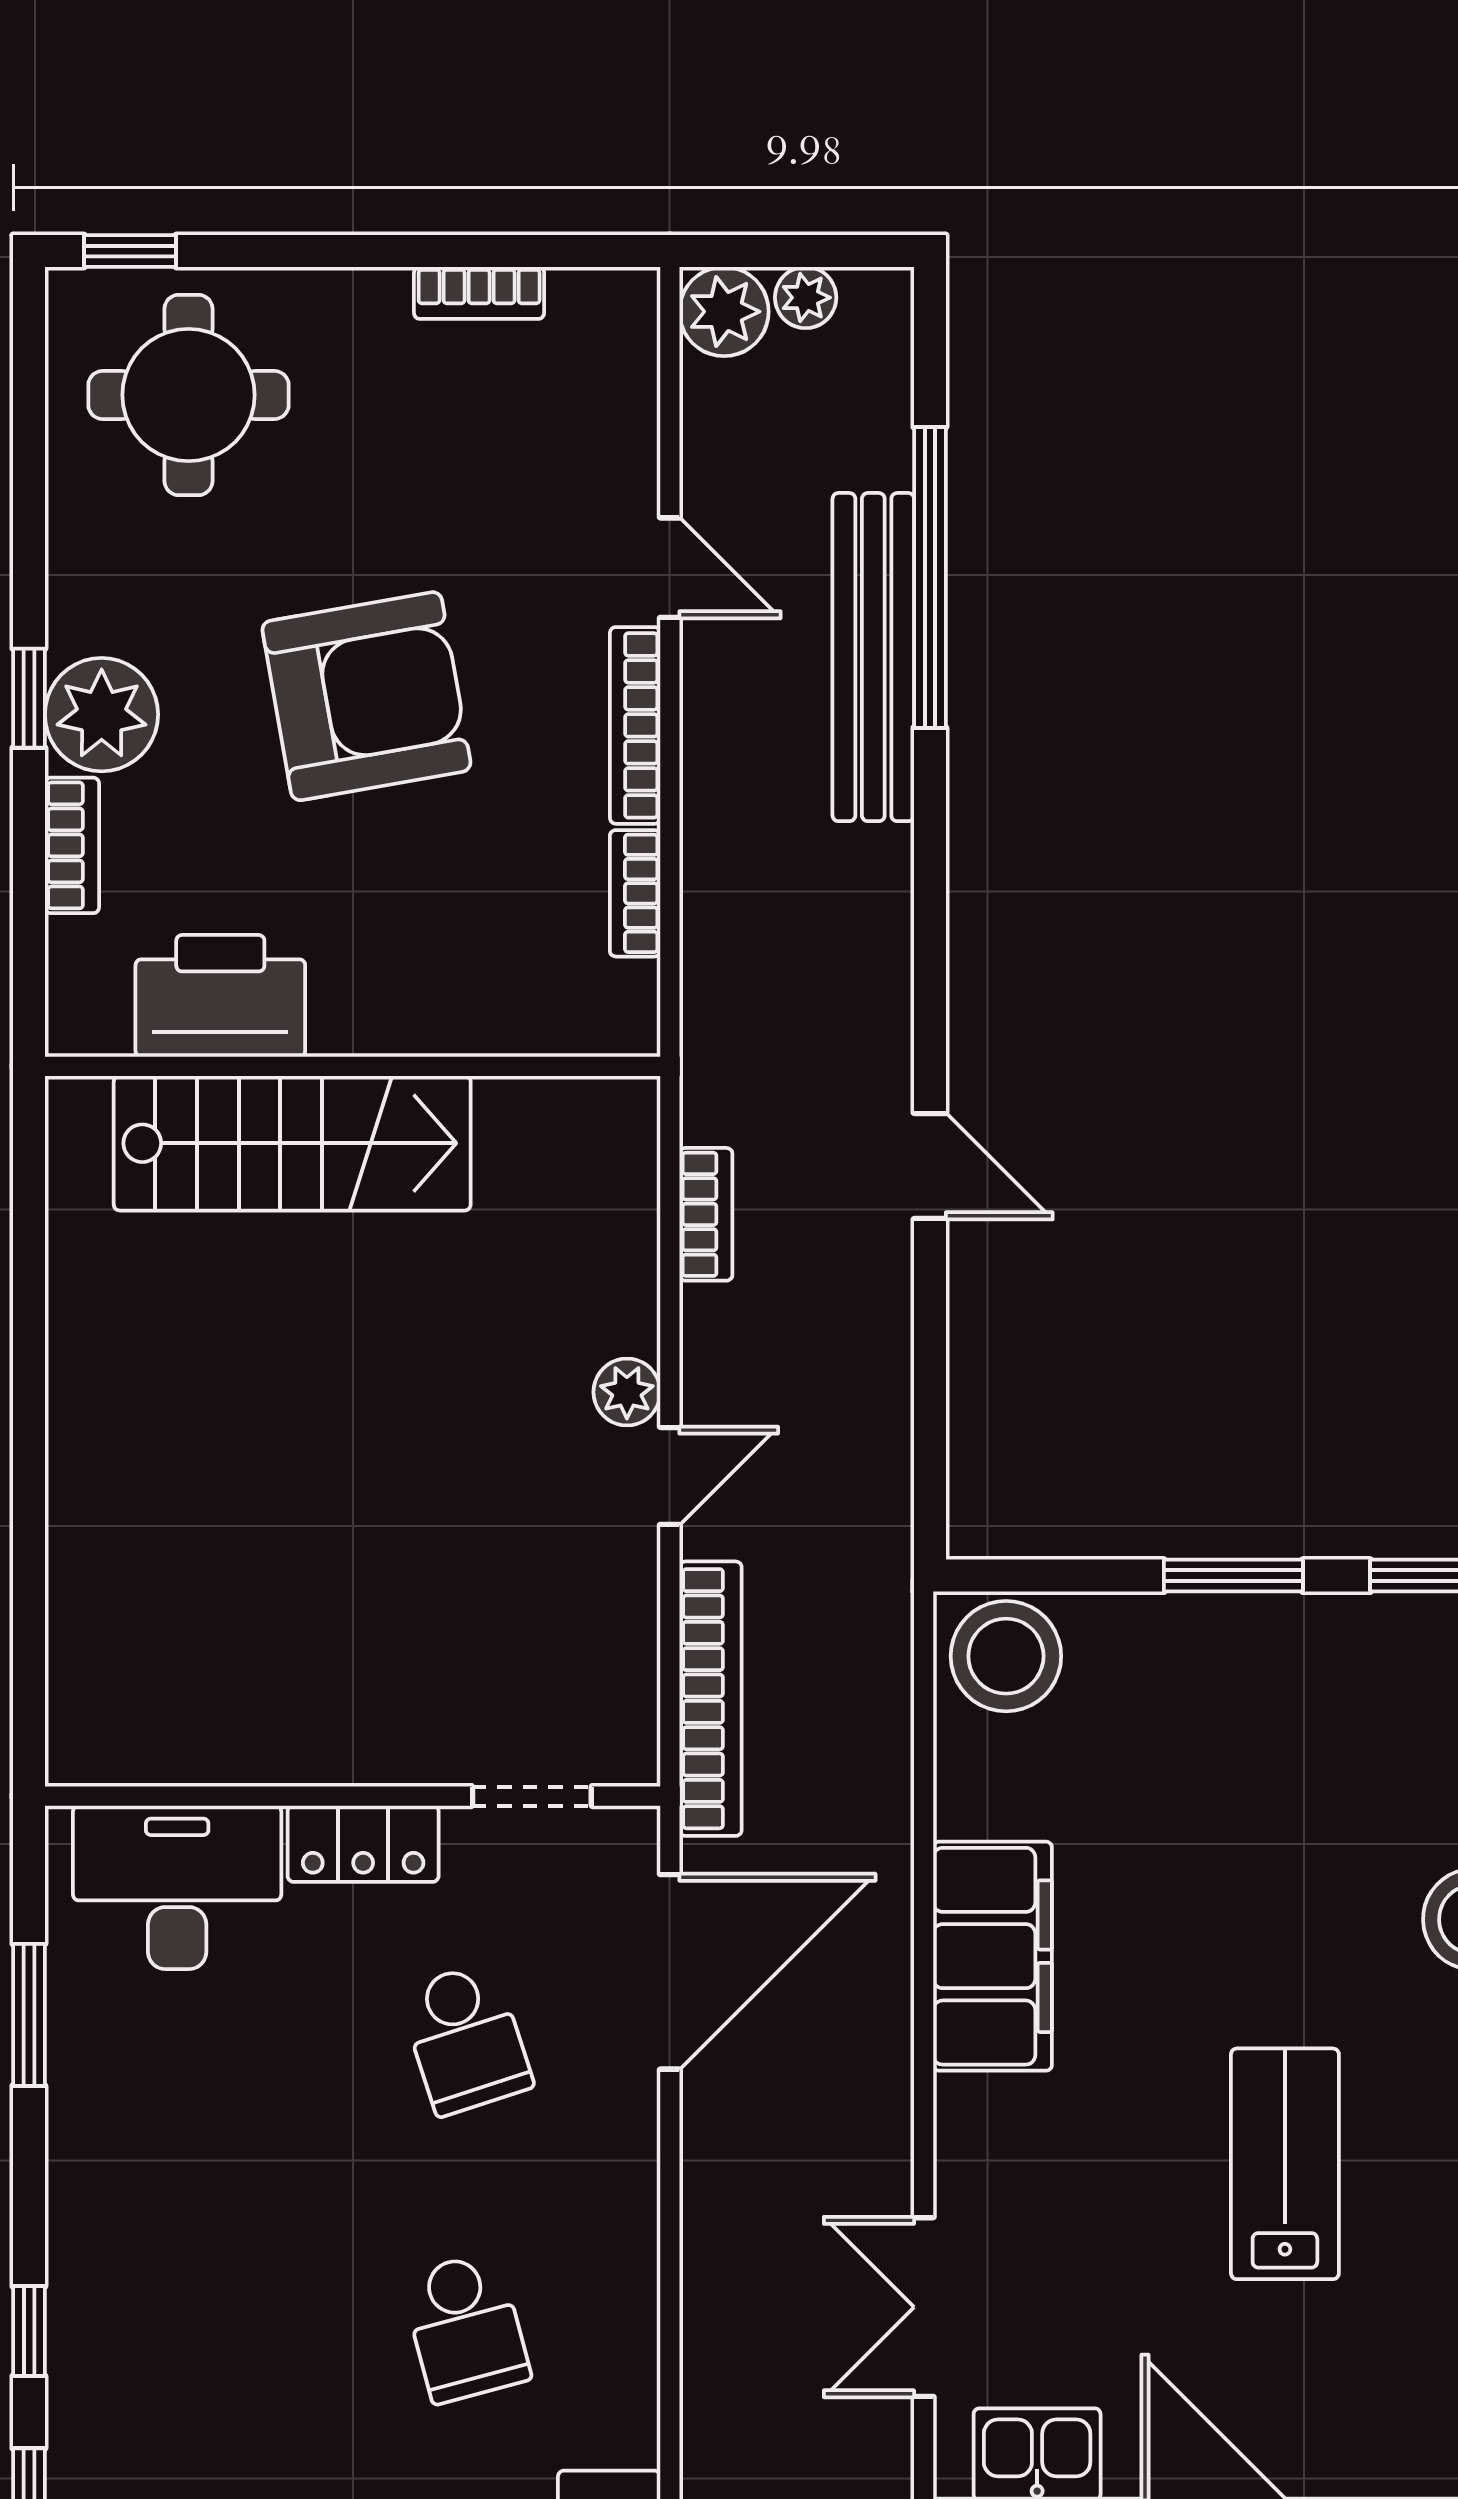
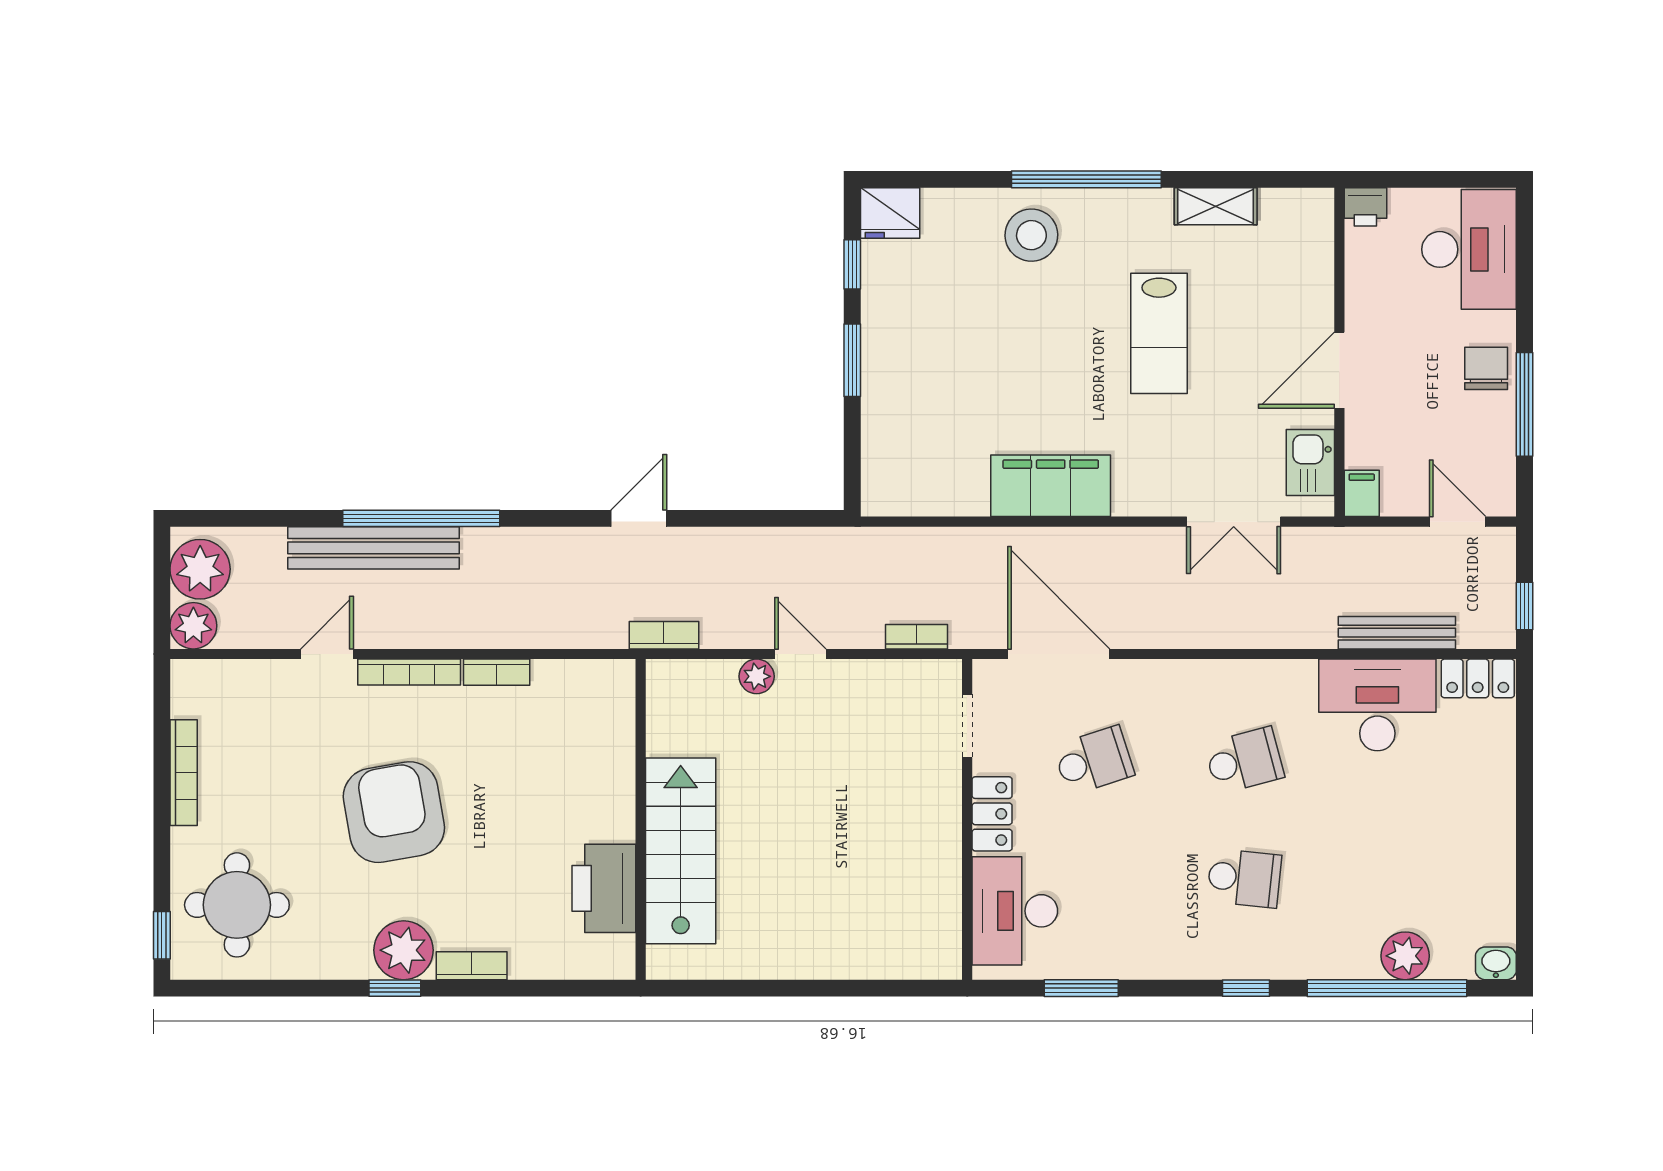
bookcase: (479, 293) -> (184, 773), width x1.56
plant: (806, 298) -> (200, 569), width x1.88, depth x1.88
window: (930, 577) -> (421, 518), moved
printer: (220, 996) -> (604, 888), moved
wall: (353, 1066) -> (641, 819), moved
stairs: (292, 1143) -> (681, 851), moved
stool: (1006, 1656) -> (894, 479), removed
bookcase: (710, 1699) -> (916, 637), width x0.43, depth x0.76
lab bench: (1285, 2164) -> (1159, 333), turned -90
school desk: (240, 2327) -> (1244, 878), added

